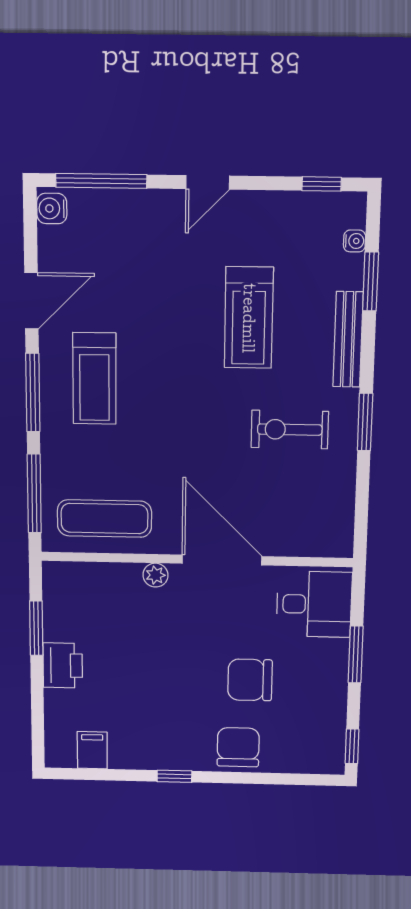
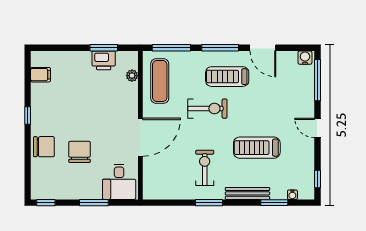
exercise bike: (163, 421) -> (207, 109), added
plant: (156, 575) -> (132, 76), moved
printer: (63, 665) -> (104, 60), moved

